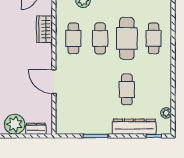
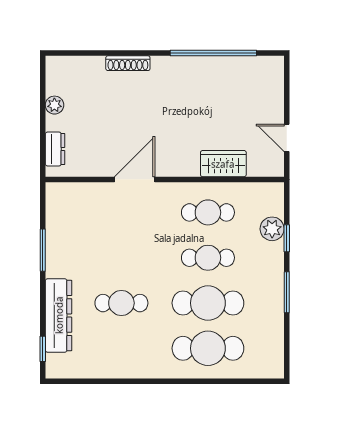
cafe table: (154, 38) -> (208, 348), width x1.37, depth x1.35
plant: (166, 113) -> (82, 370), removed
plant: (15, 124) -> (54, 105), width x0.53, depth x0.53

